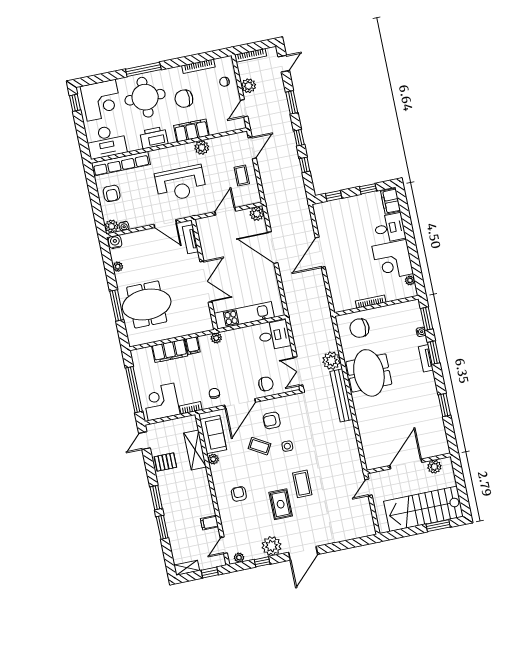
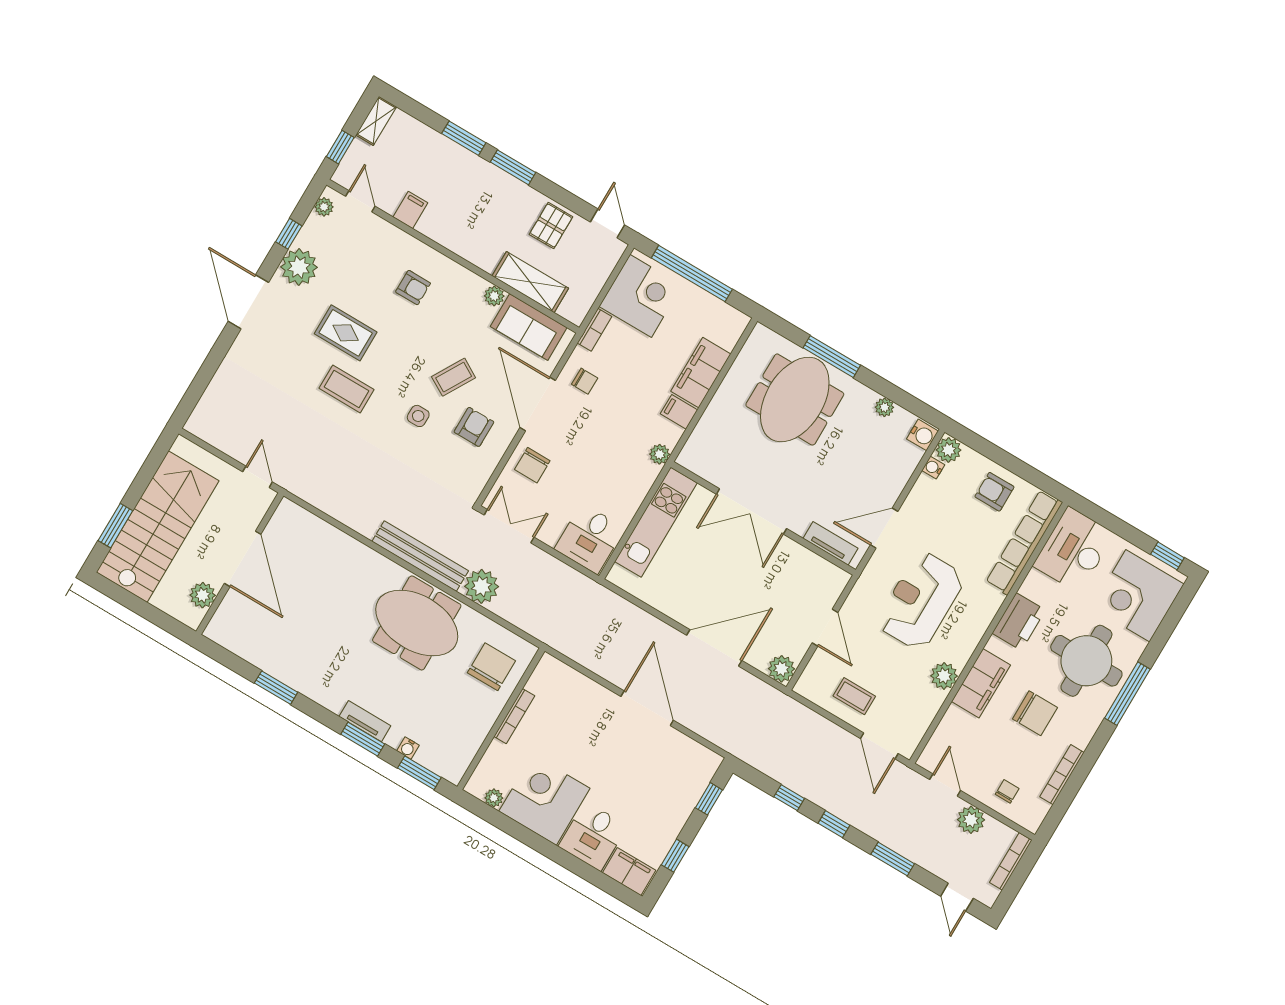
chair: (184, 99) -> (1035, 713), turned 90

